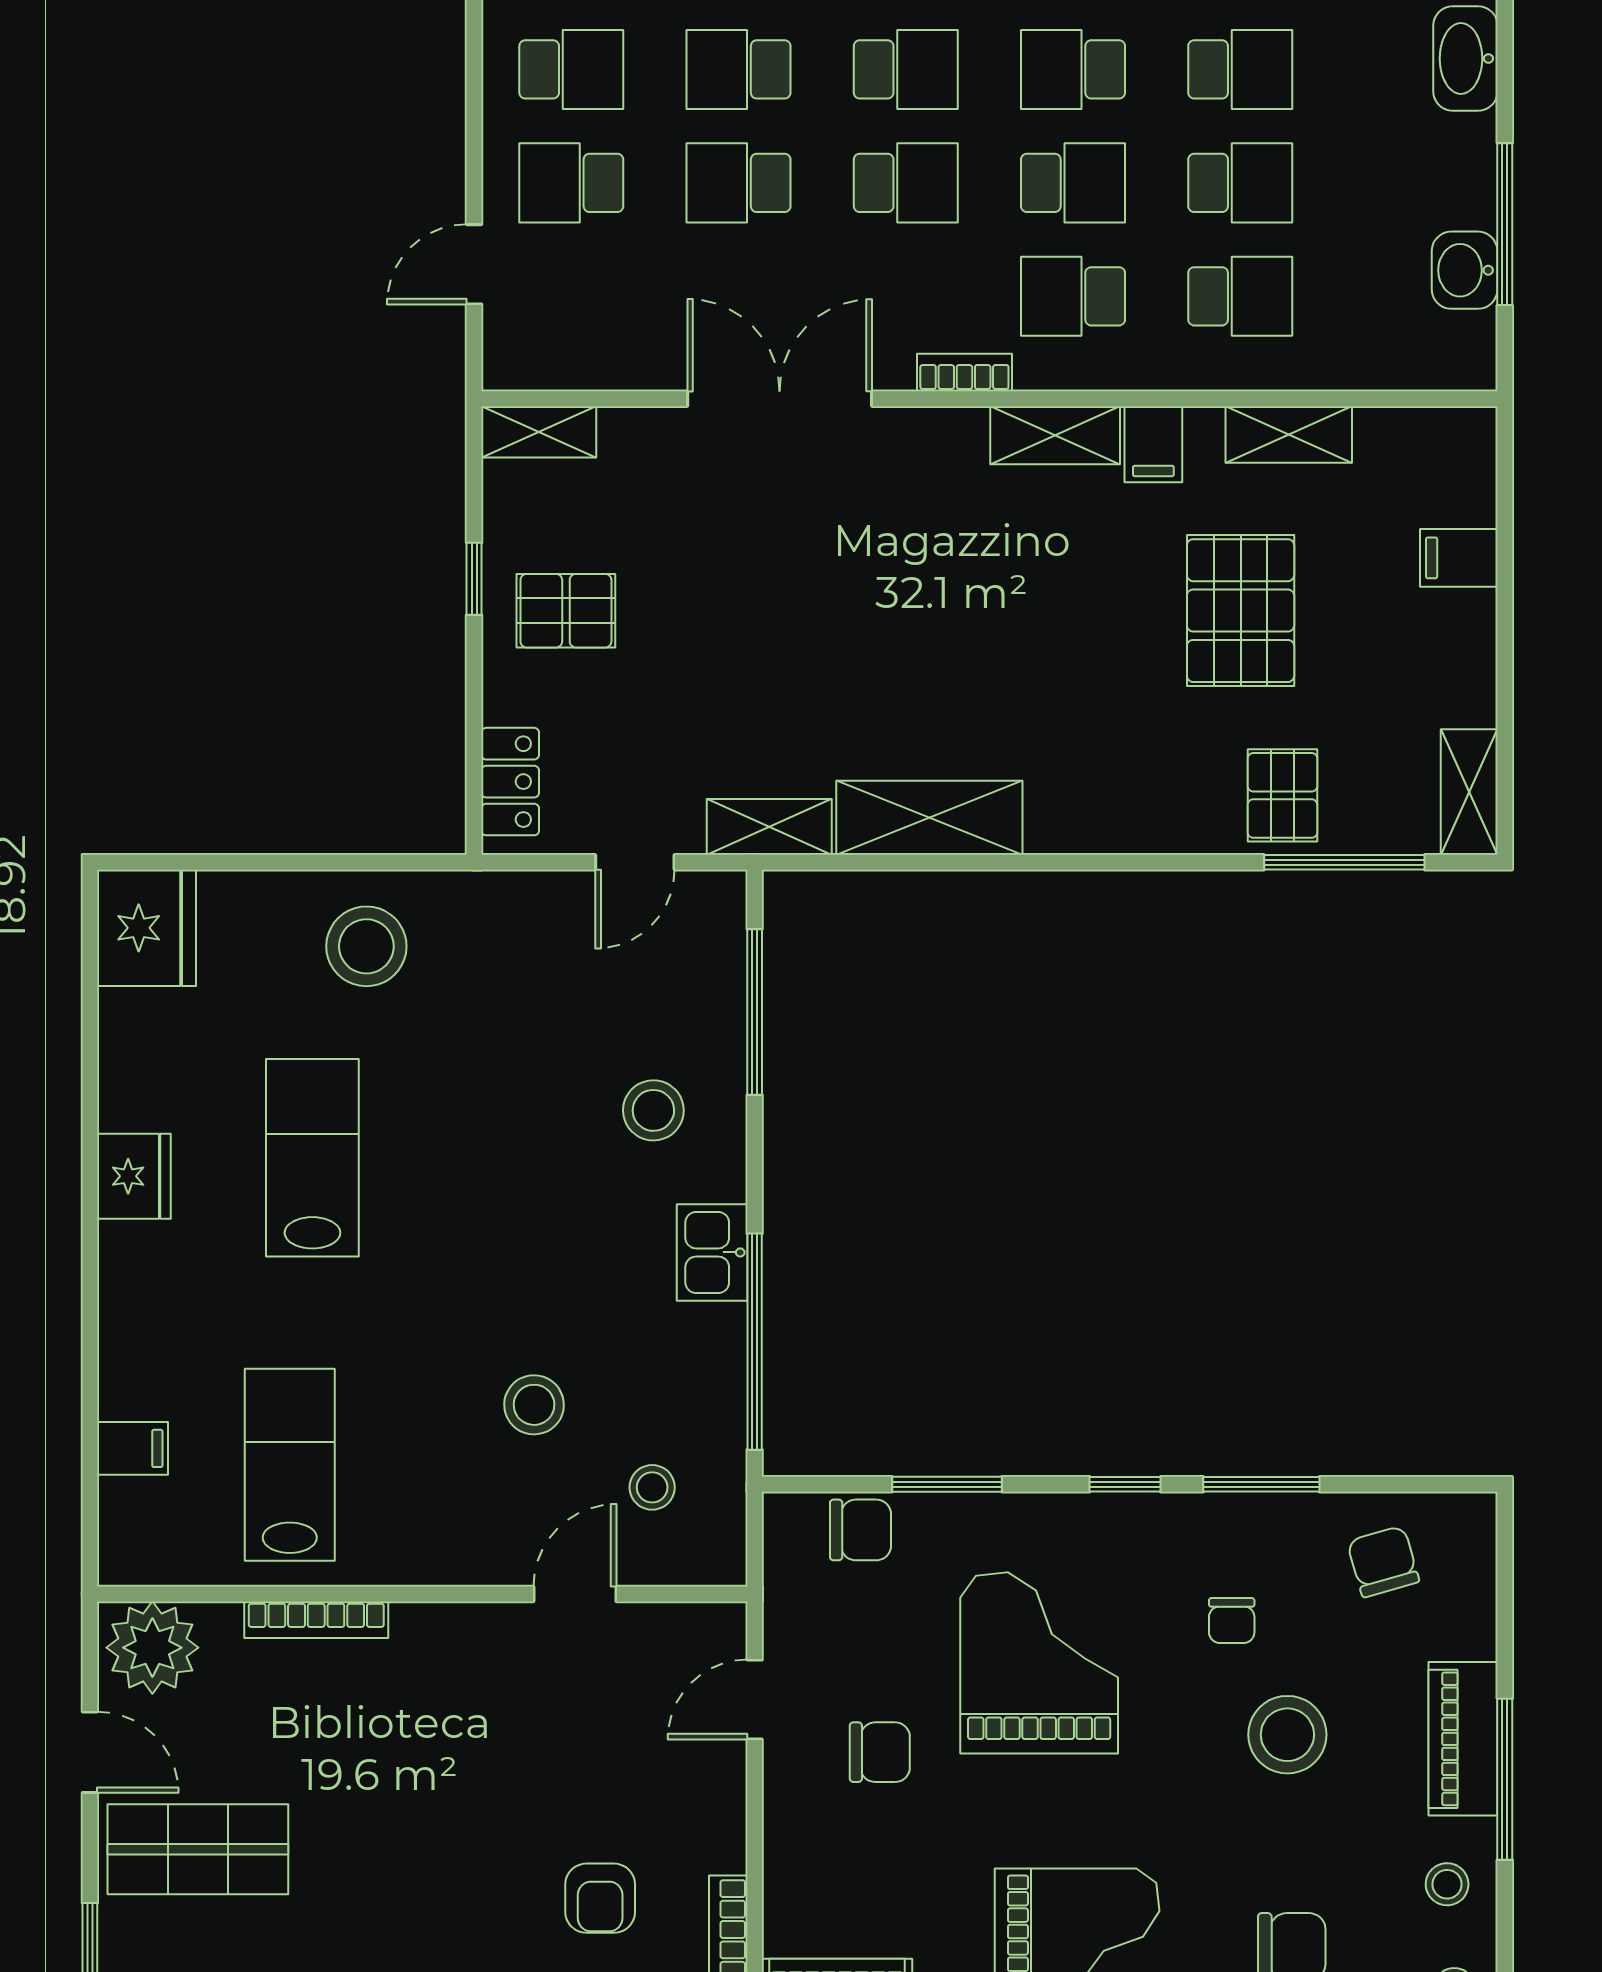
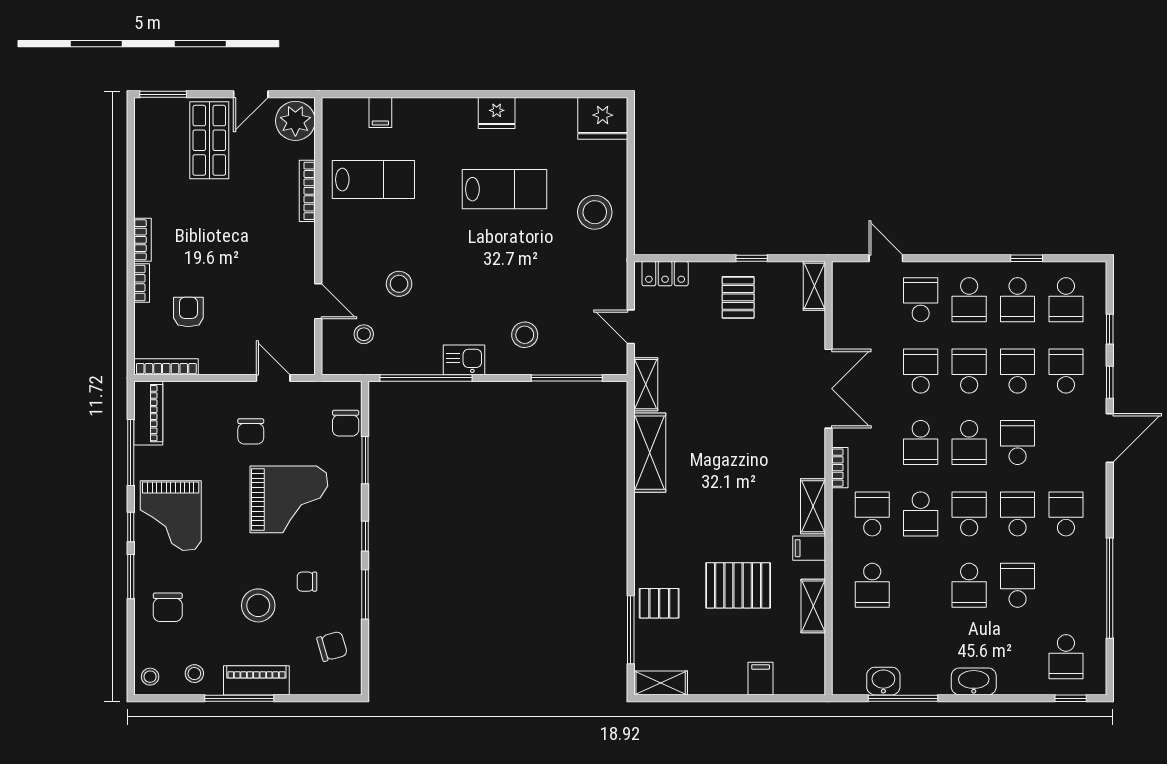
school desk: (1240, 183) -> (921, 585), removed
armchair: (600, 1898) -> (188, 312), turned 90

